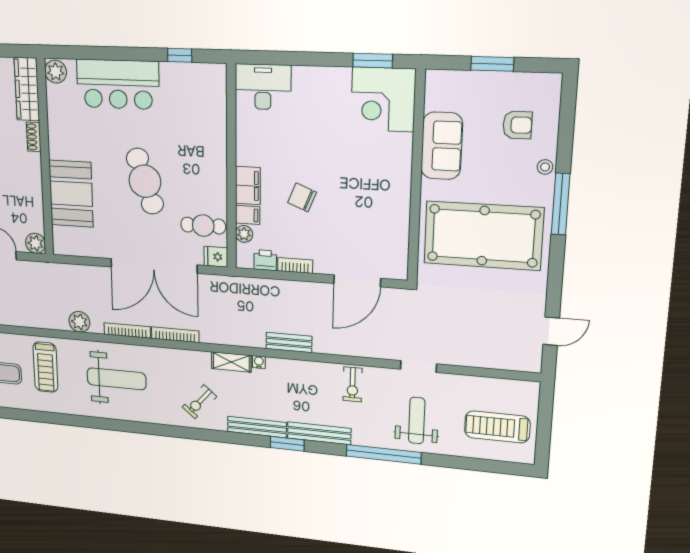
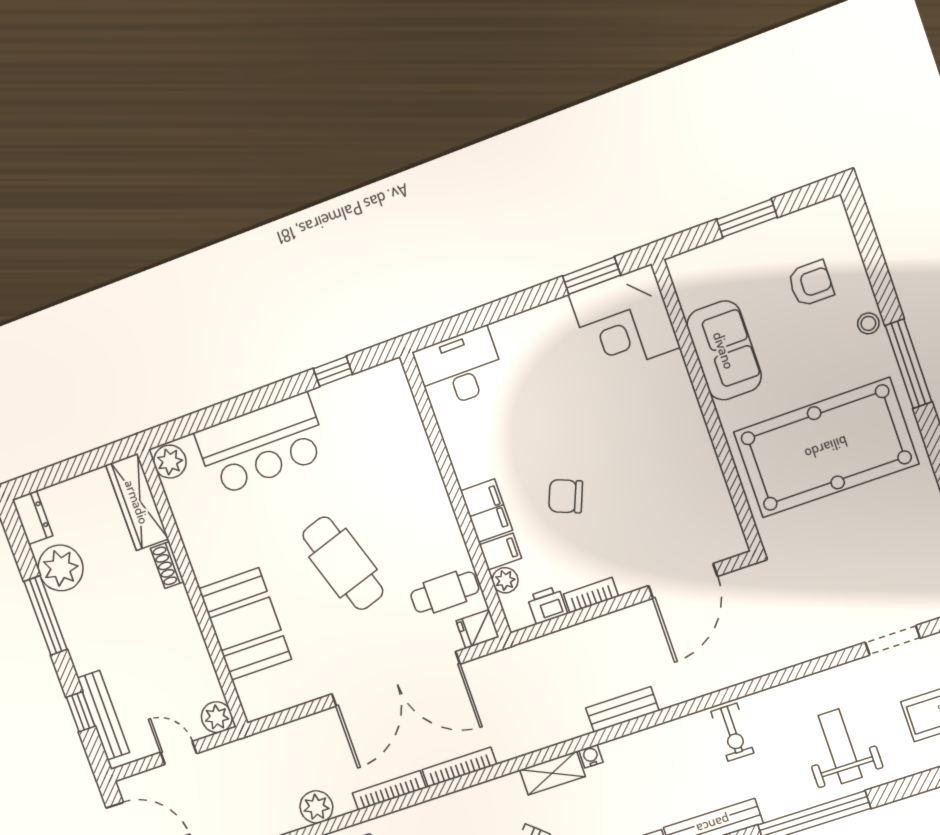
doorway: (418, 367) -> (893, 640), moved

